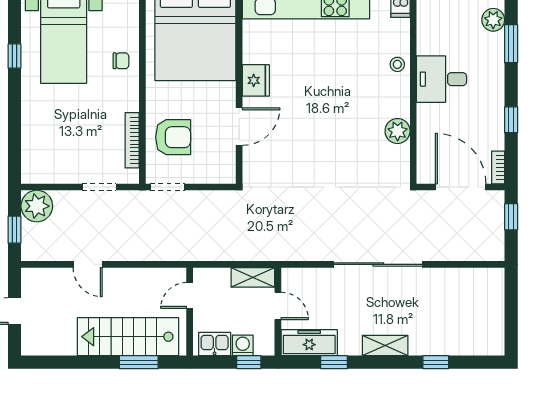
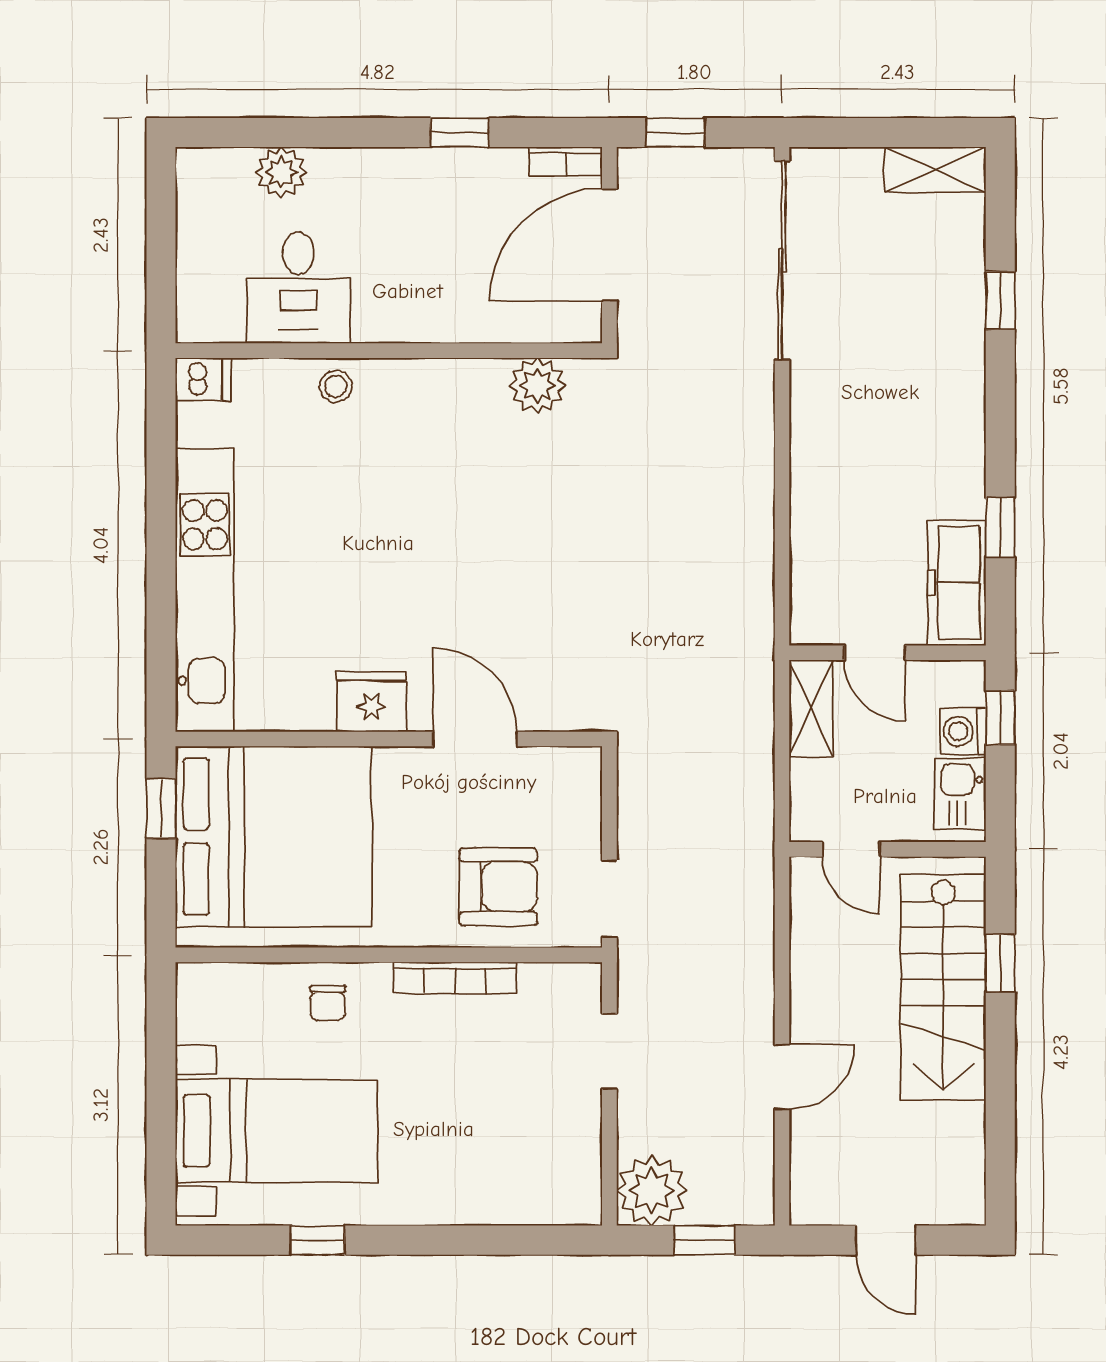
plant: (493, 20) -> (281, 172), moved
window: (511, 44) -> (290, 132), removed
chair: (121, 61) -> (328, 1003), turned 180
desk: (442, 79) -> (298, 288), moved
plant: (398, 131) -> (537, 386), moved
armchair: (173, 137) -> (498, 887), turned 90
bookcase: (132, 140) -> (455, 978), moved
sliding door: (378, 264) -> (782, 260), moved
door: (278, 306) -> (875, 653), swing flipped
shelving: (385, 346) -> (935, 170), moved, turned 90
window: (139, 362) -> (1000, 963), width x0.67

